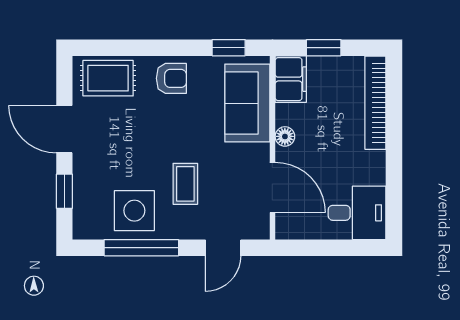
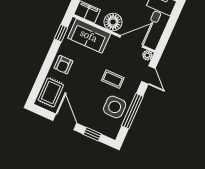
armchair: (171, 78) -> (63, 65), turned 180
door: (64, 129) -> (65, 122), swing flipped
floor lamp: (285, 136) -> (113, 22), width x1.89, depth x1.89
plant: (259, 229) -> (147, 55), added

